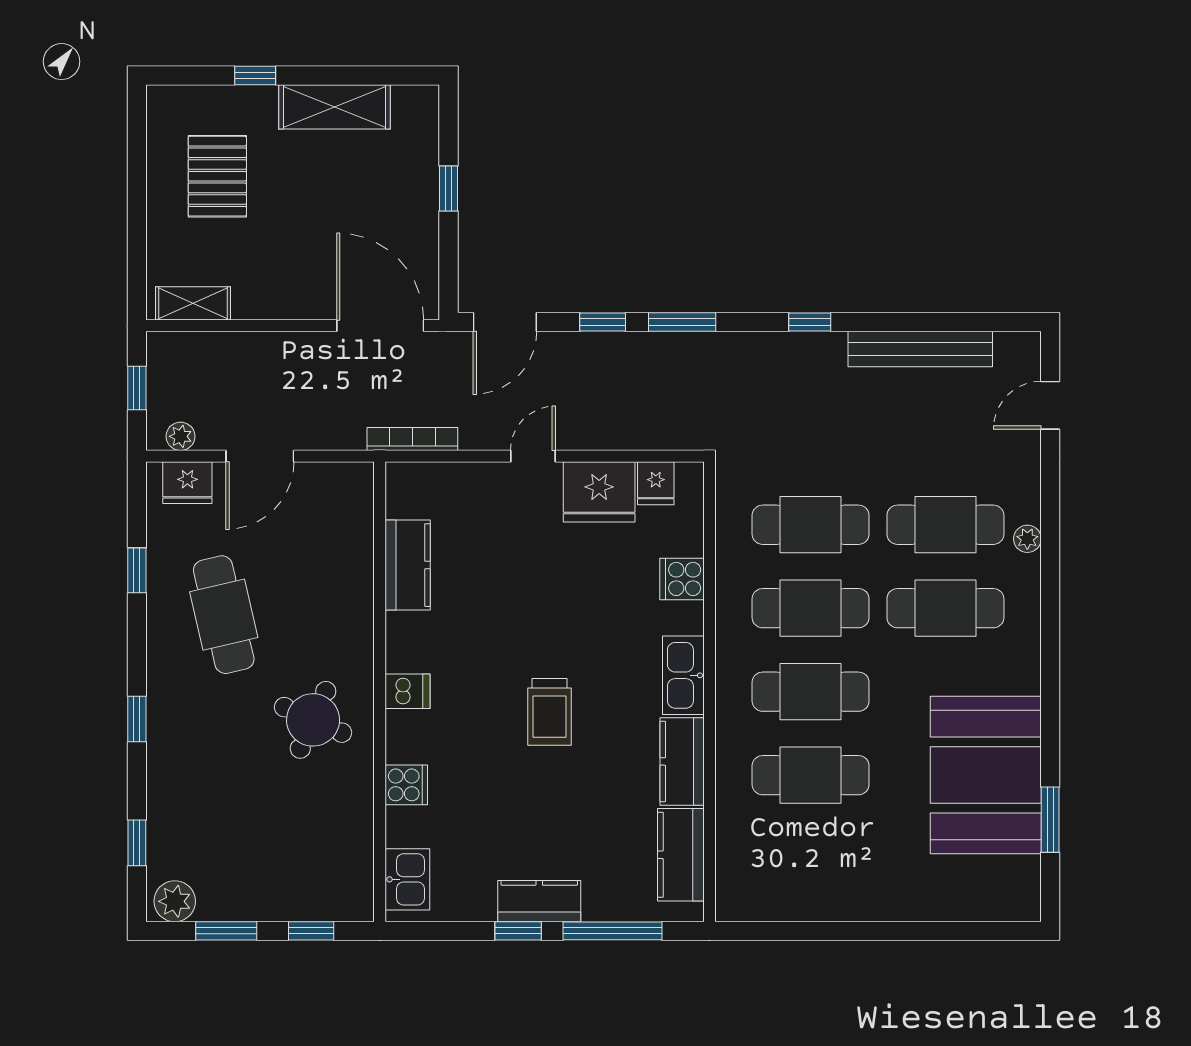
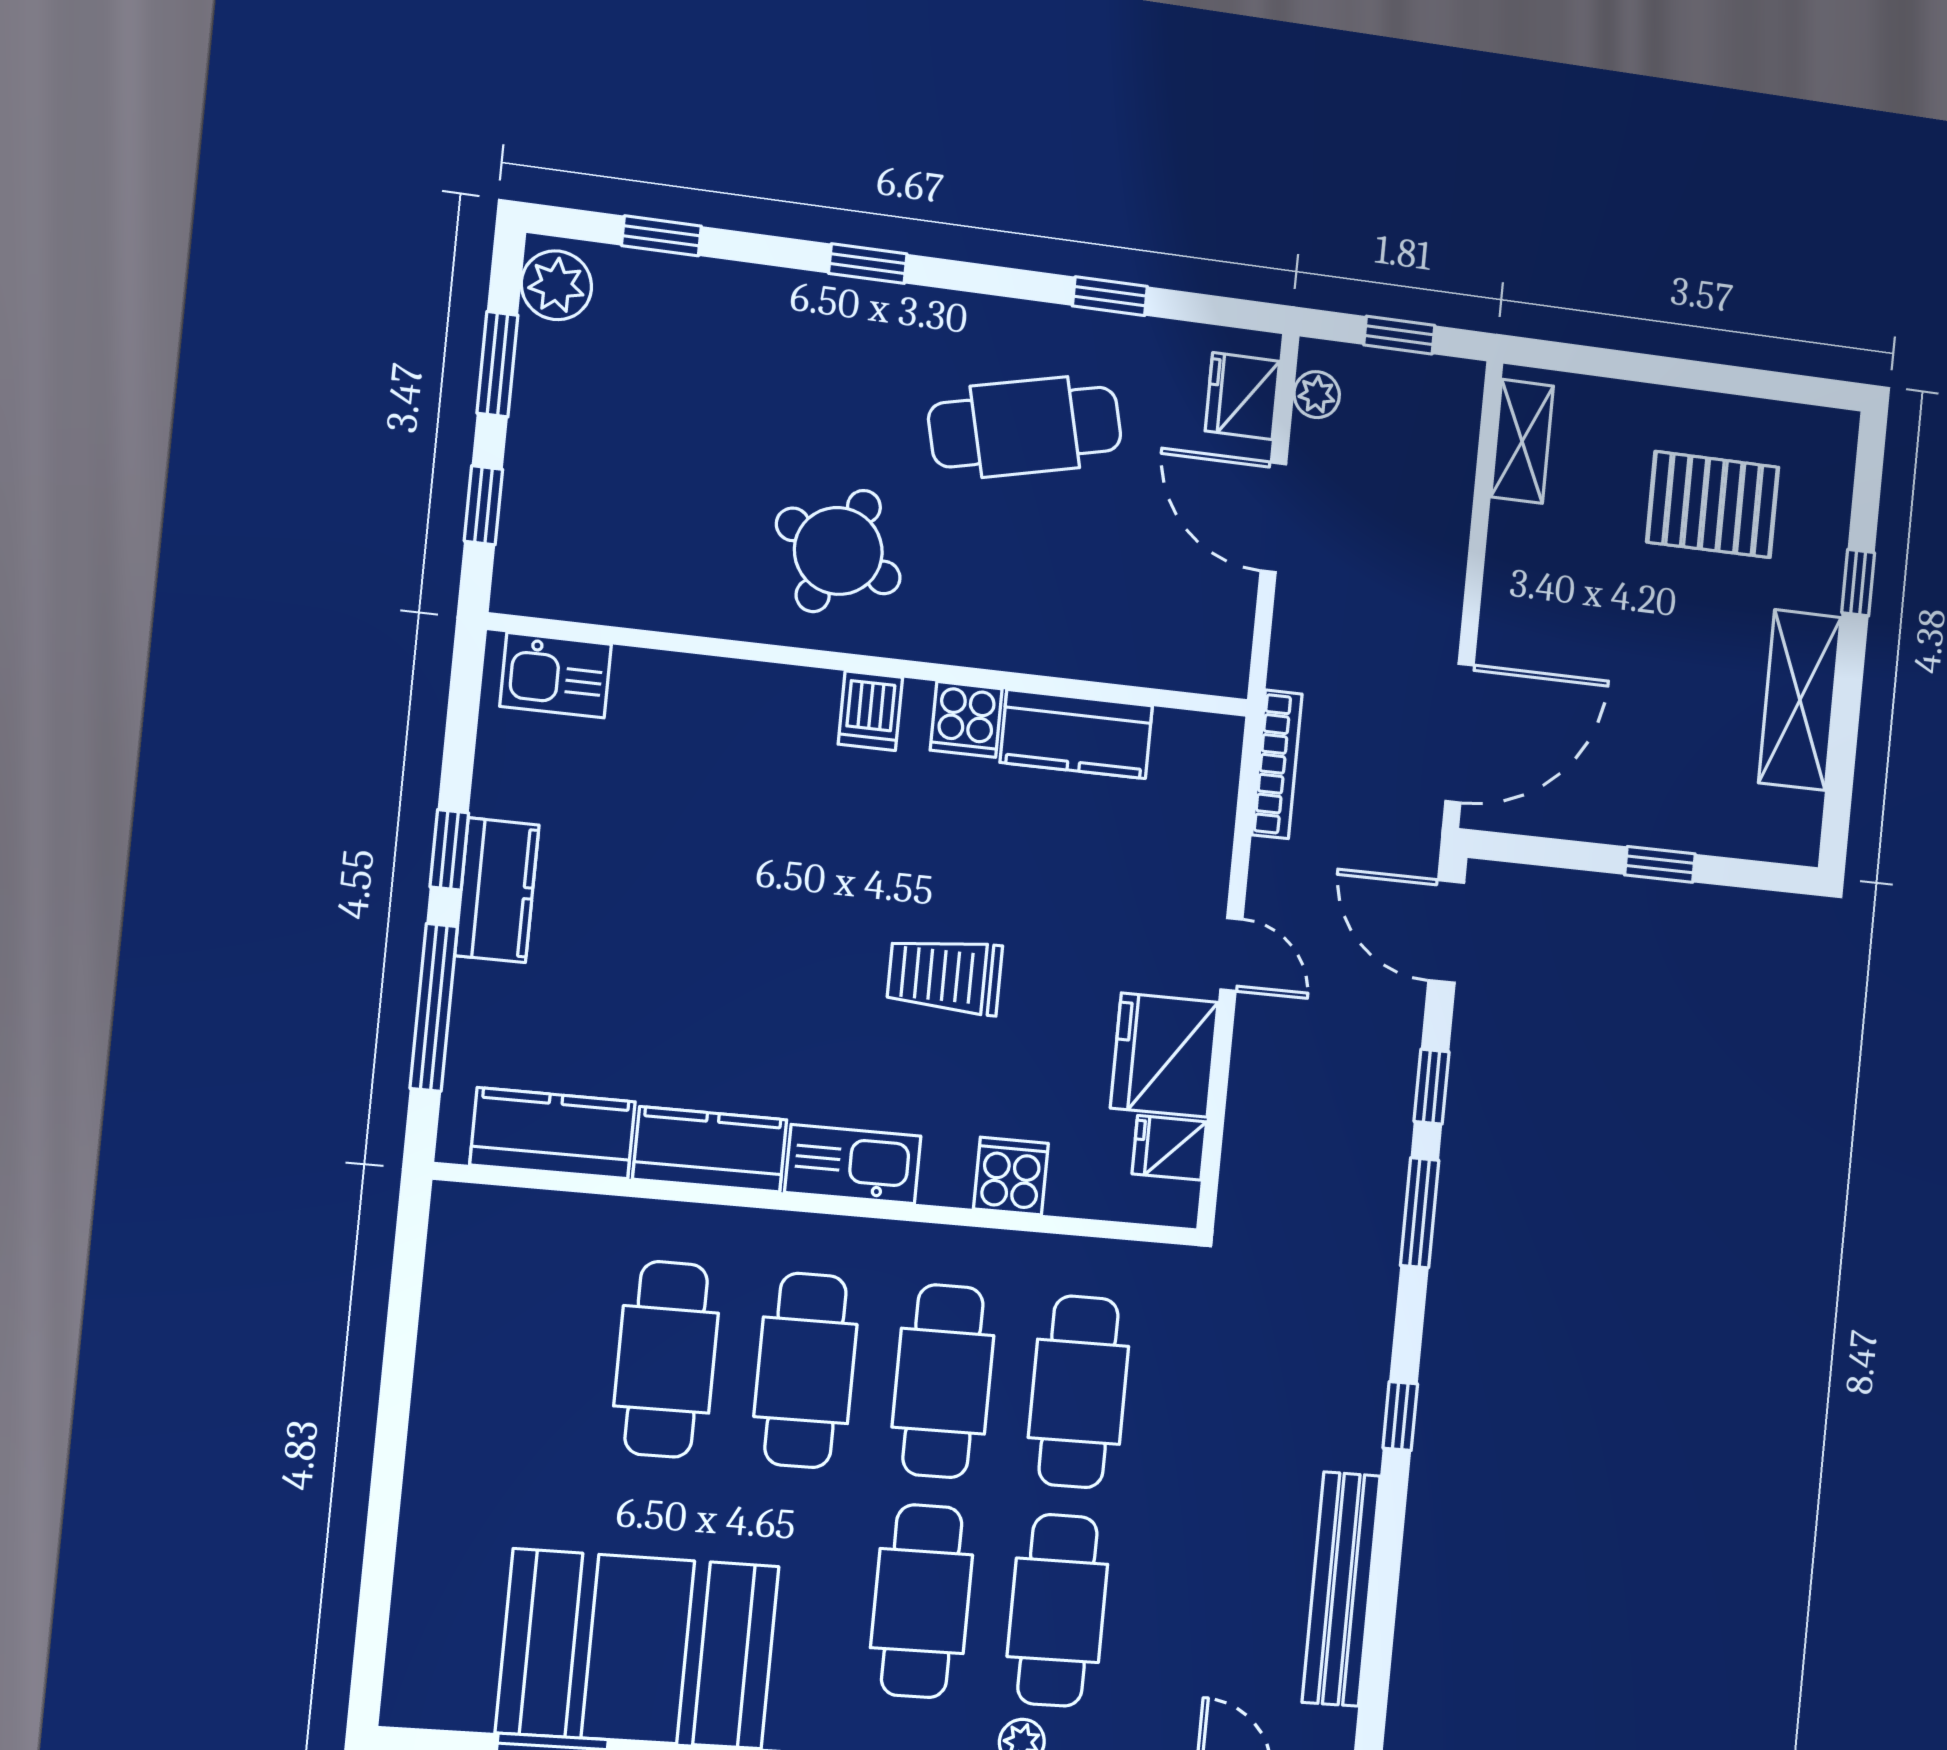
trolley: (550, 712) -> (945, 976), moved
cooker: (406, 785) -> (966, 719), moved

